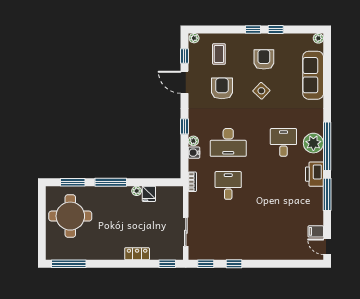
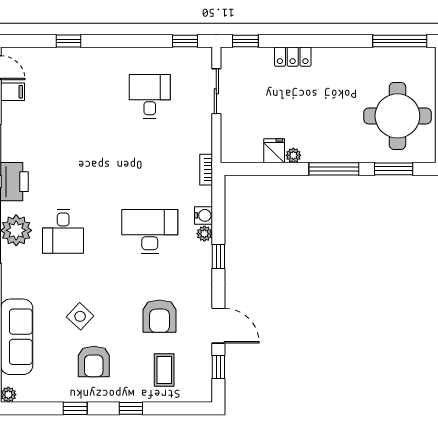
window: (253, 29) -> (131, 408), moved
plant: (194, 38) -> (203, 395), removed
side table: (261, 91) -> (80, 316), moved
desk: (228, 185) -> (150, 96), moved, turned 180
window: (234, 264) -> (69, 41), moved

